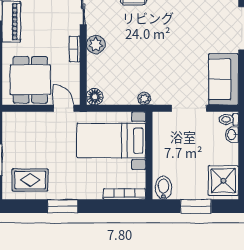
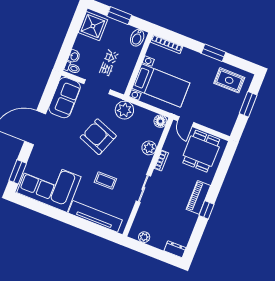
plant: (96, 45) -> (149, 148), moved
armchair: (163, 48) -> (98, 137), added
plant: (144, 99) -> (124, 110), width x1.87, depth x1.87

